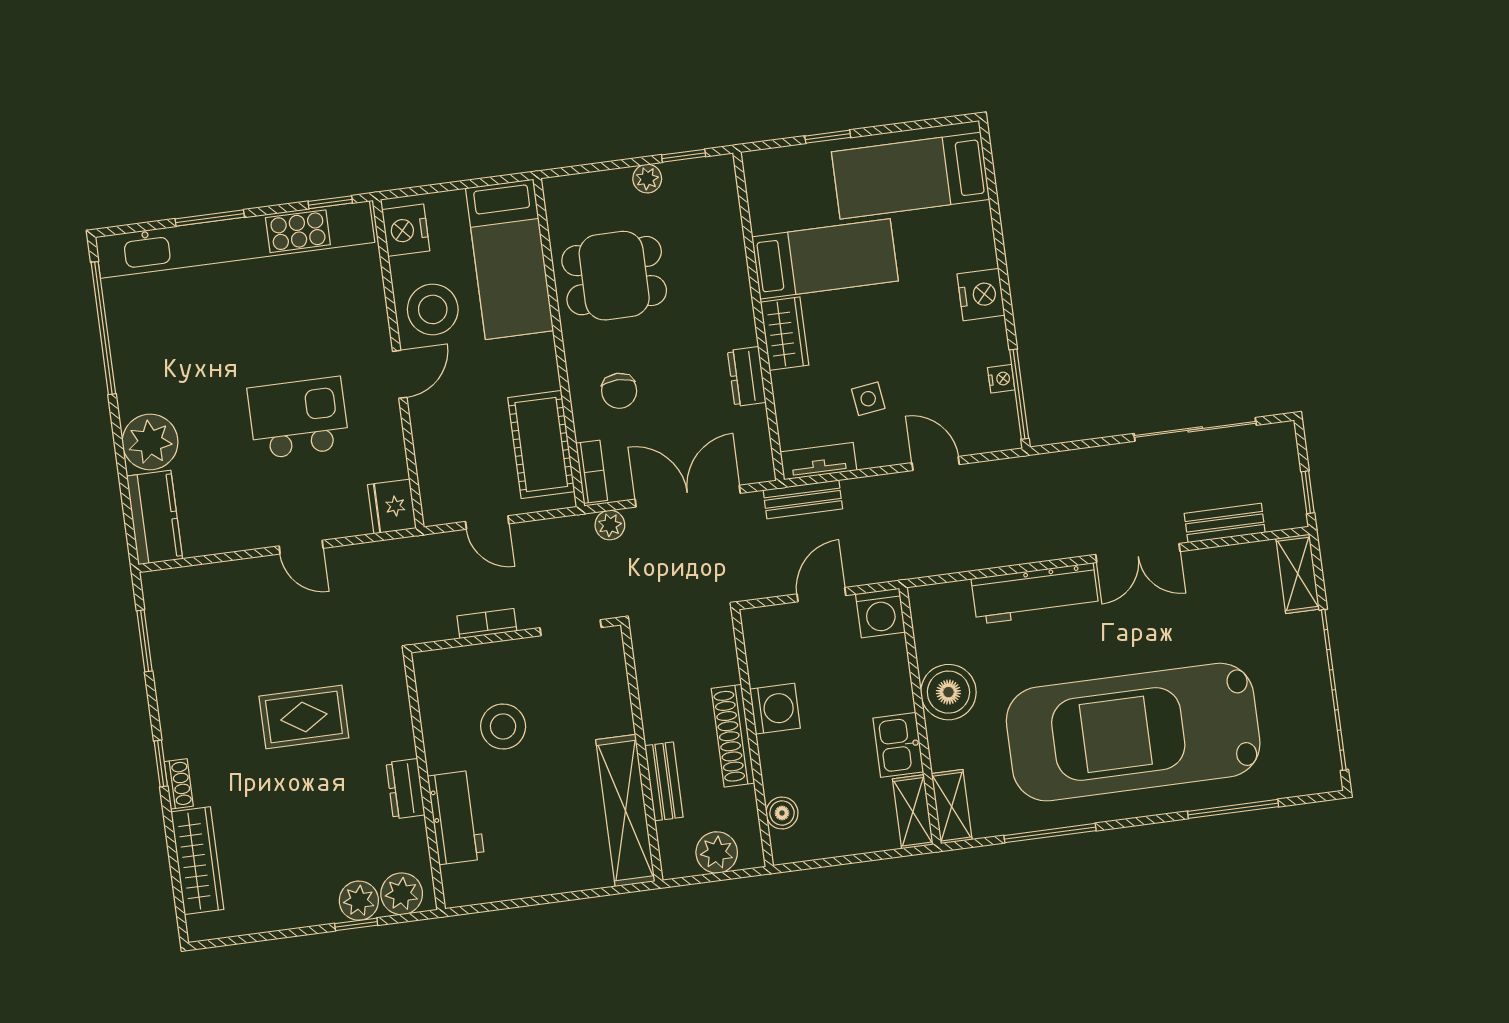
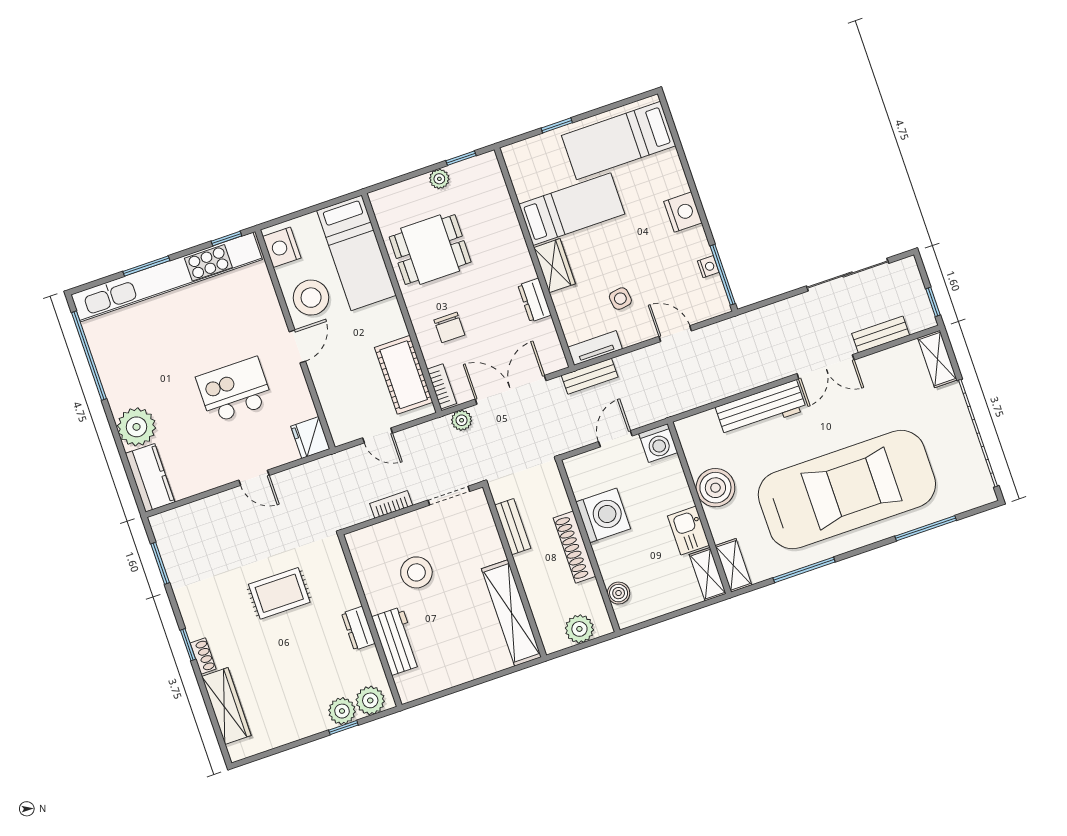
washing machine: (775, 709) -> (603, 515), width x1.37, depth x1.37
car: (1133, 732) -> (847, 490), turned 180
bench: (664, 781) -> (513, 527), moved

